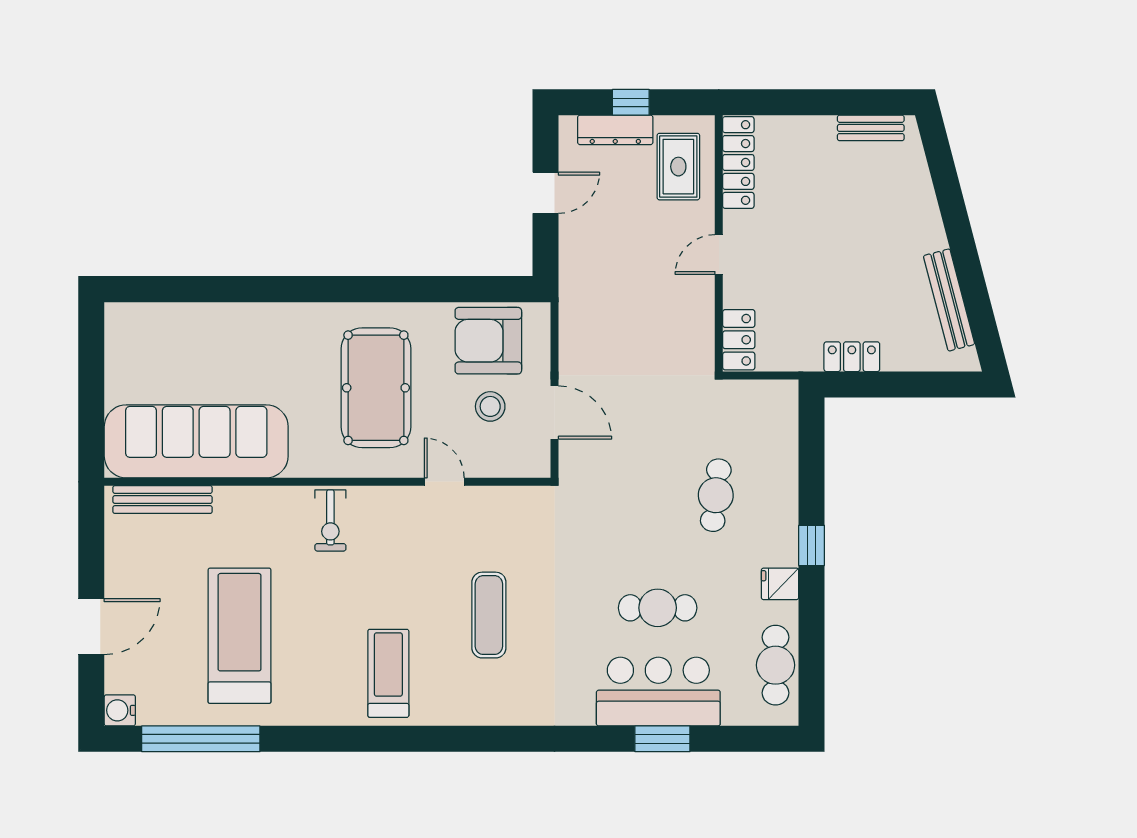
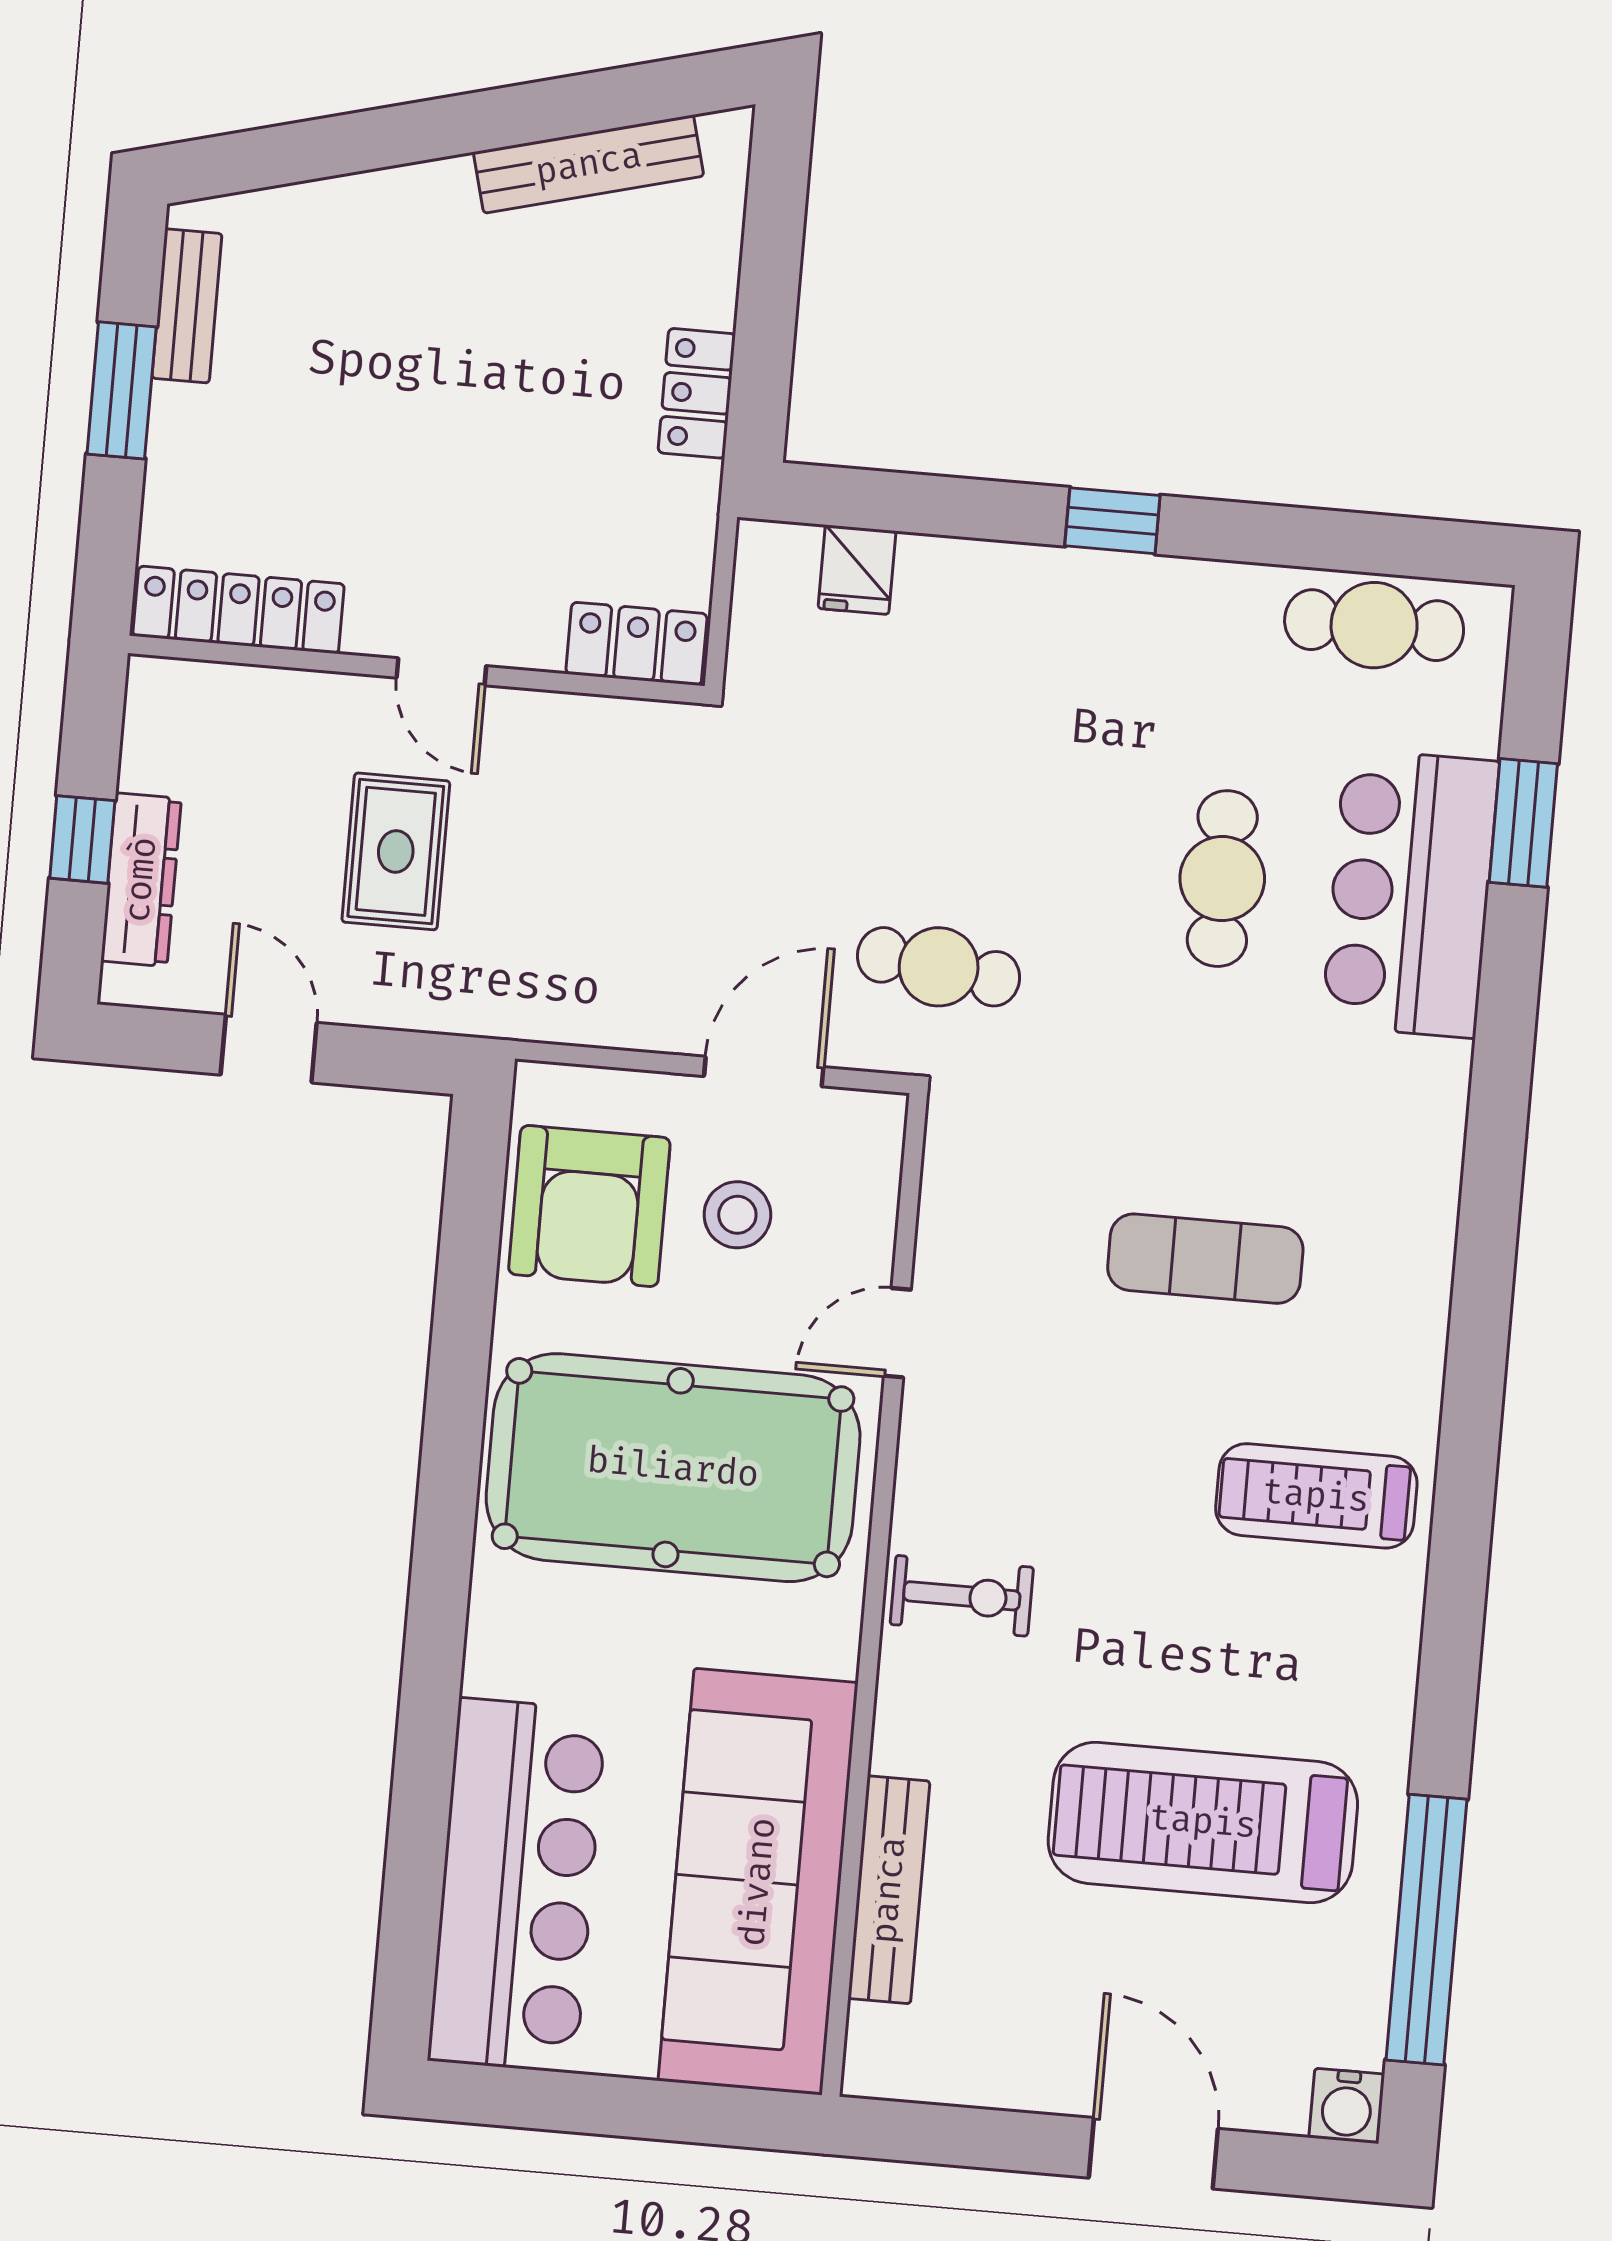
window: (831, 102) -> (122, 390), added
rug: (678, 167) -> (396, 851), moved, turned 90
bar counter: (185, 335) -> (517, 1885), added
pool table: (376, 388) -> (673, 1468), width x1.36, depth x1.32
cafe table: (716, 495) -> (939, 967), moved
bench: (163, 500) -> (889, 1890), moved
fridge: (780, 584) -> (857, 570), moved
window: (662, 739) -> (1523, 823), moved

